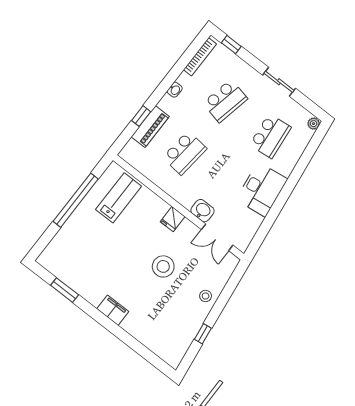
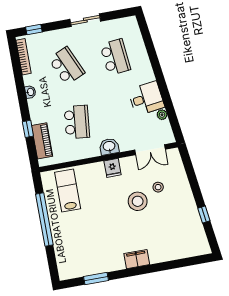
school desk: (225, 101) -> (67, 66), turned -36
plant: (314, 124) -> (162, 115), moved
piano: (150, 127) -> (42, 141), moved
desk: (262, 189) -> (146, 98), width x0.73
washbasin: (202, 211) -> (109, 147), moved
stool: (206, 296) -> (158, 187), moved

